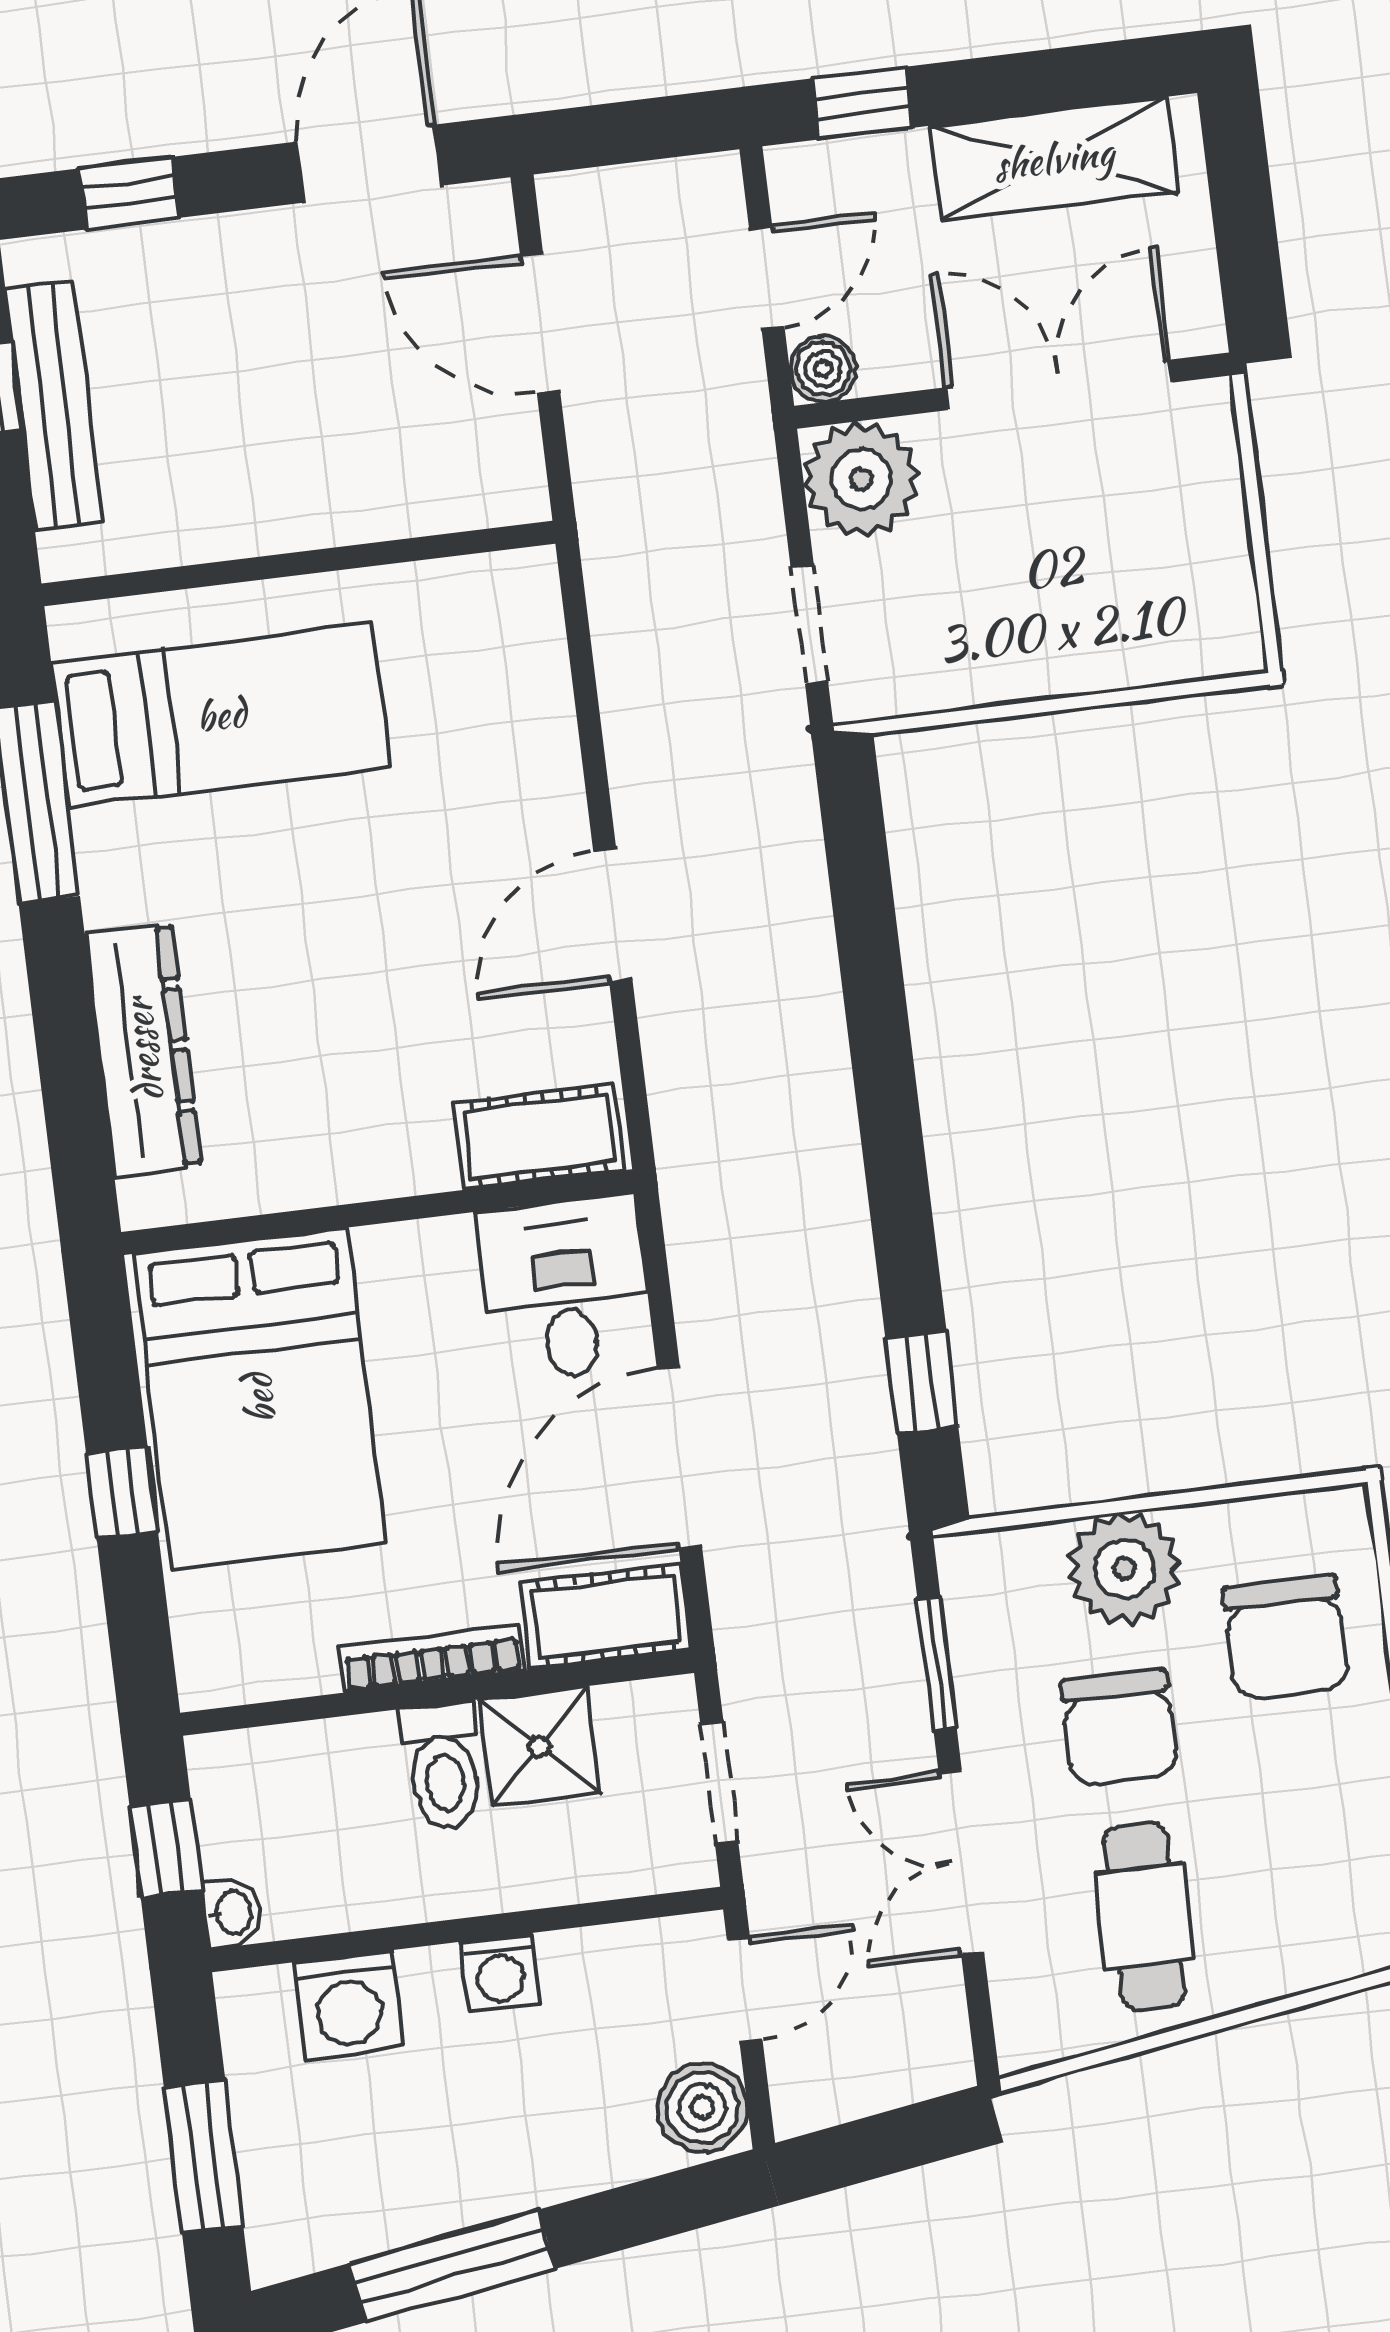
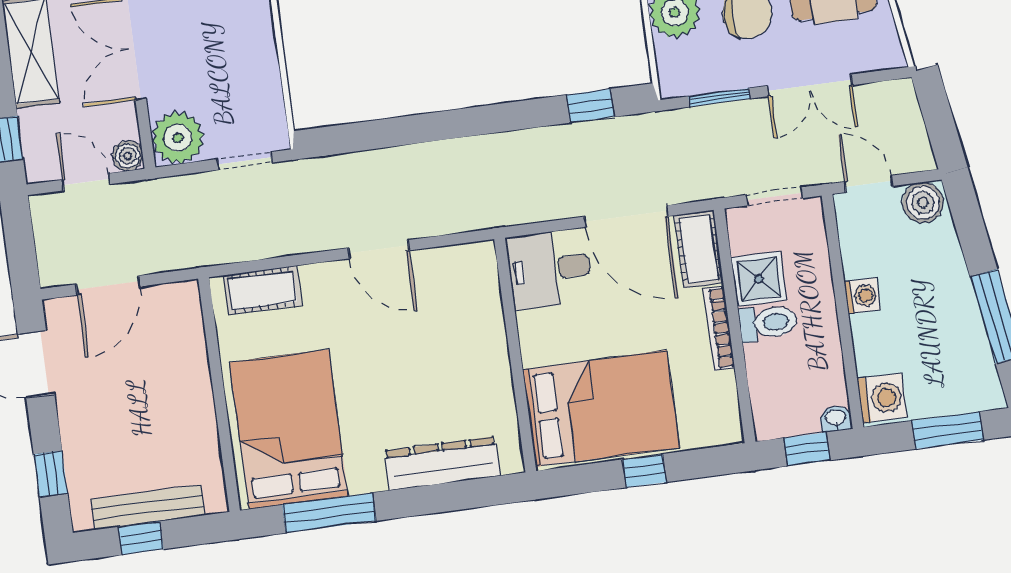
bed: (221, 715) -> (289, 429), width x1.50
cot: (539, 1136) -> (262, 290), moved, turned 90
washing machine: (349, 2005) -> (882, 398), moved

